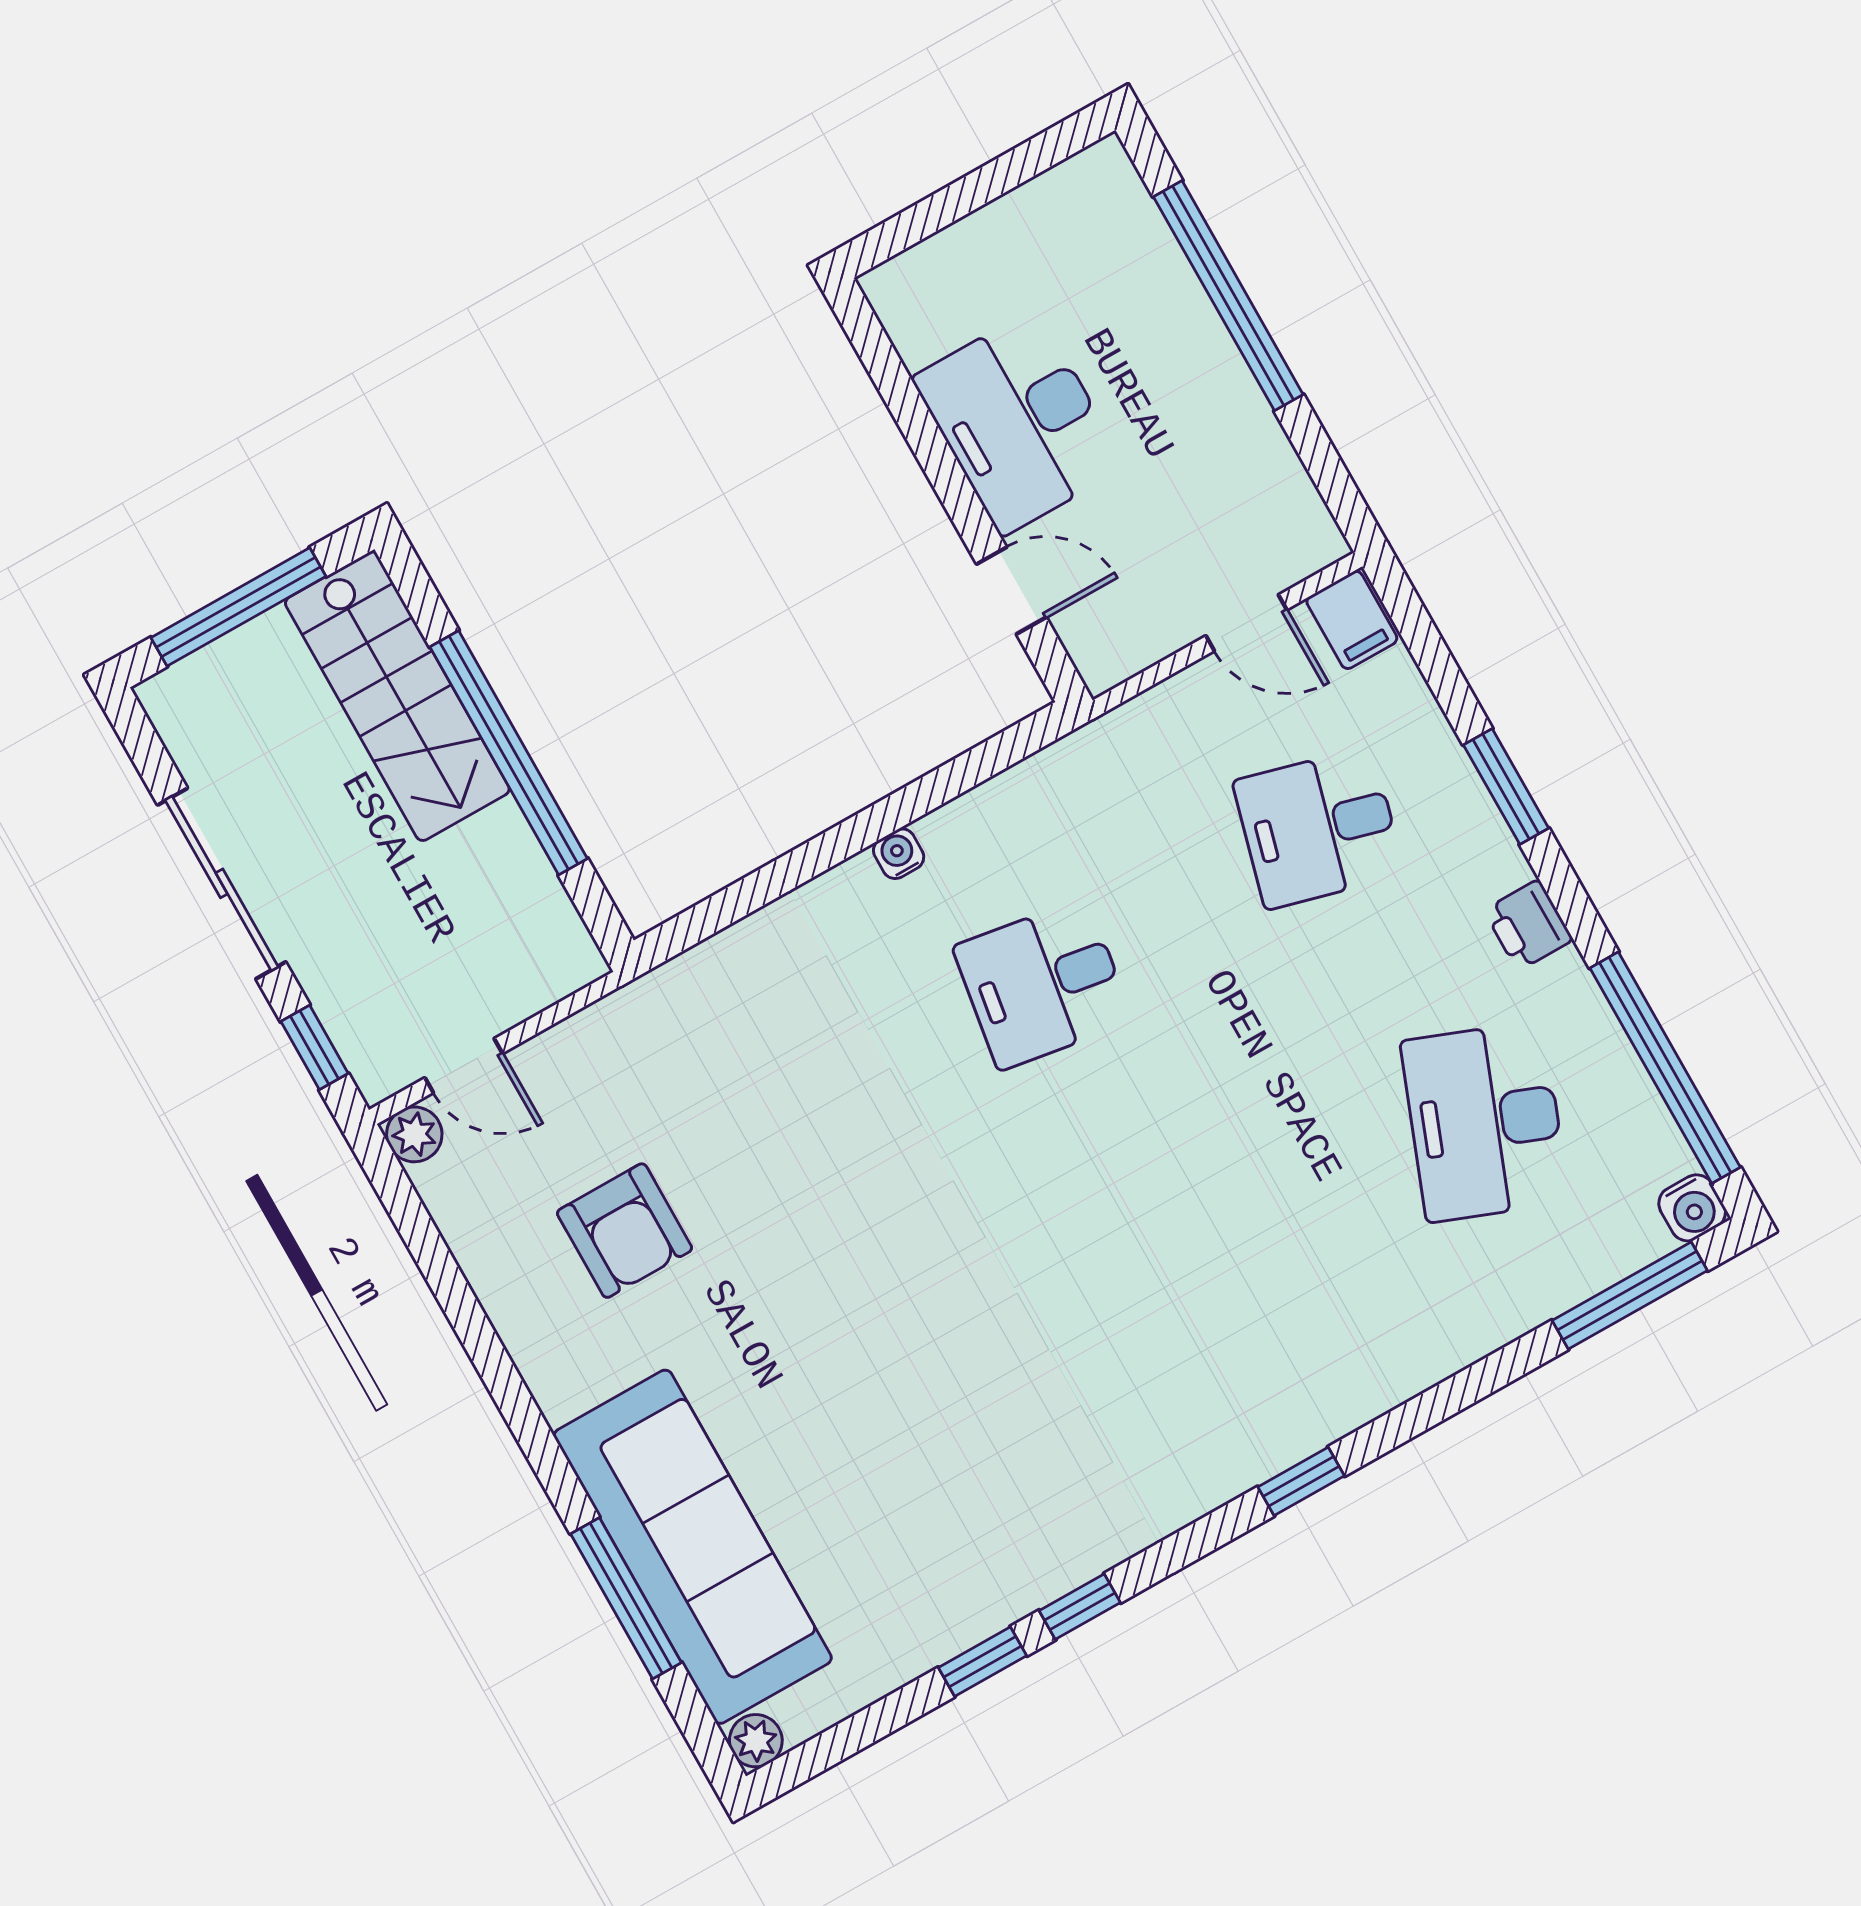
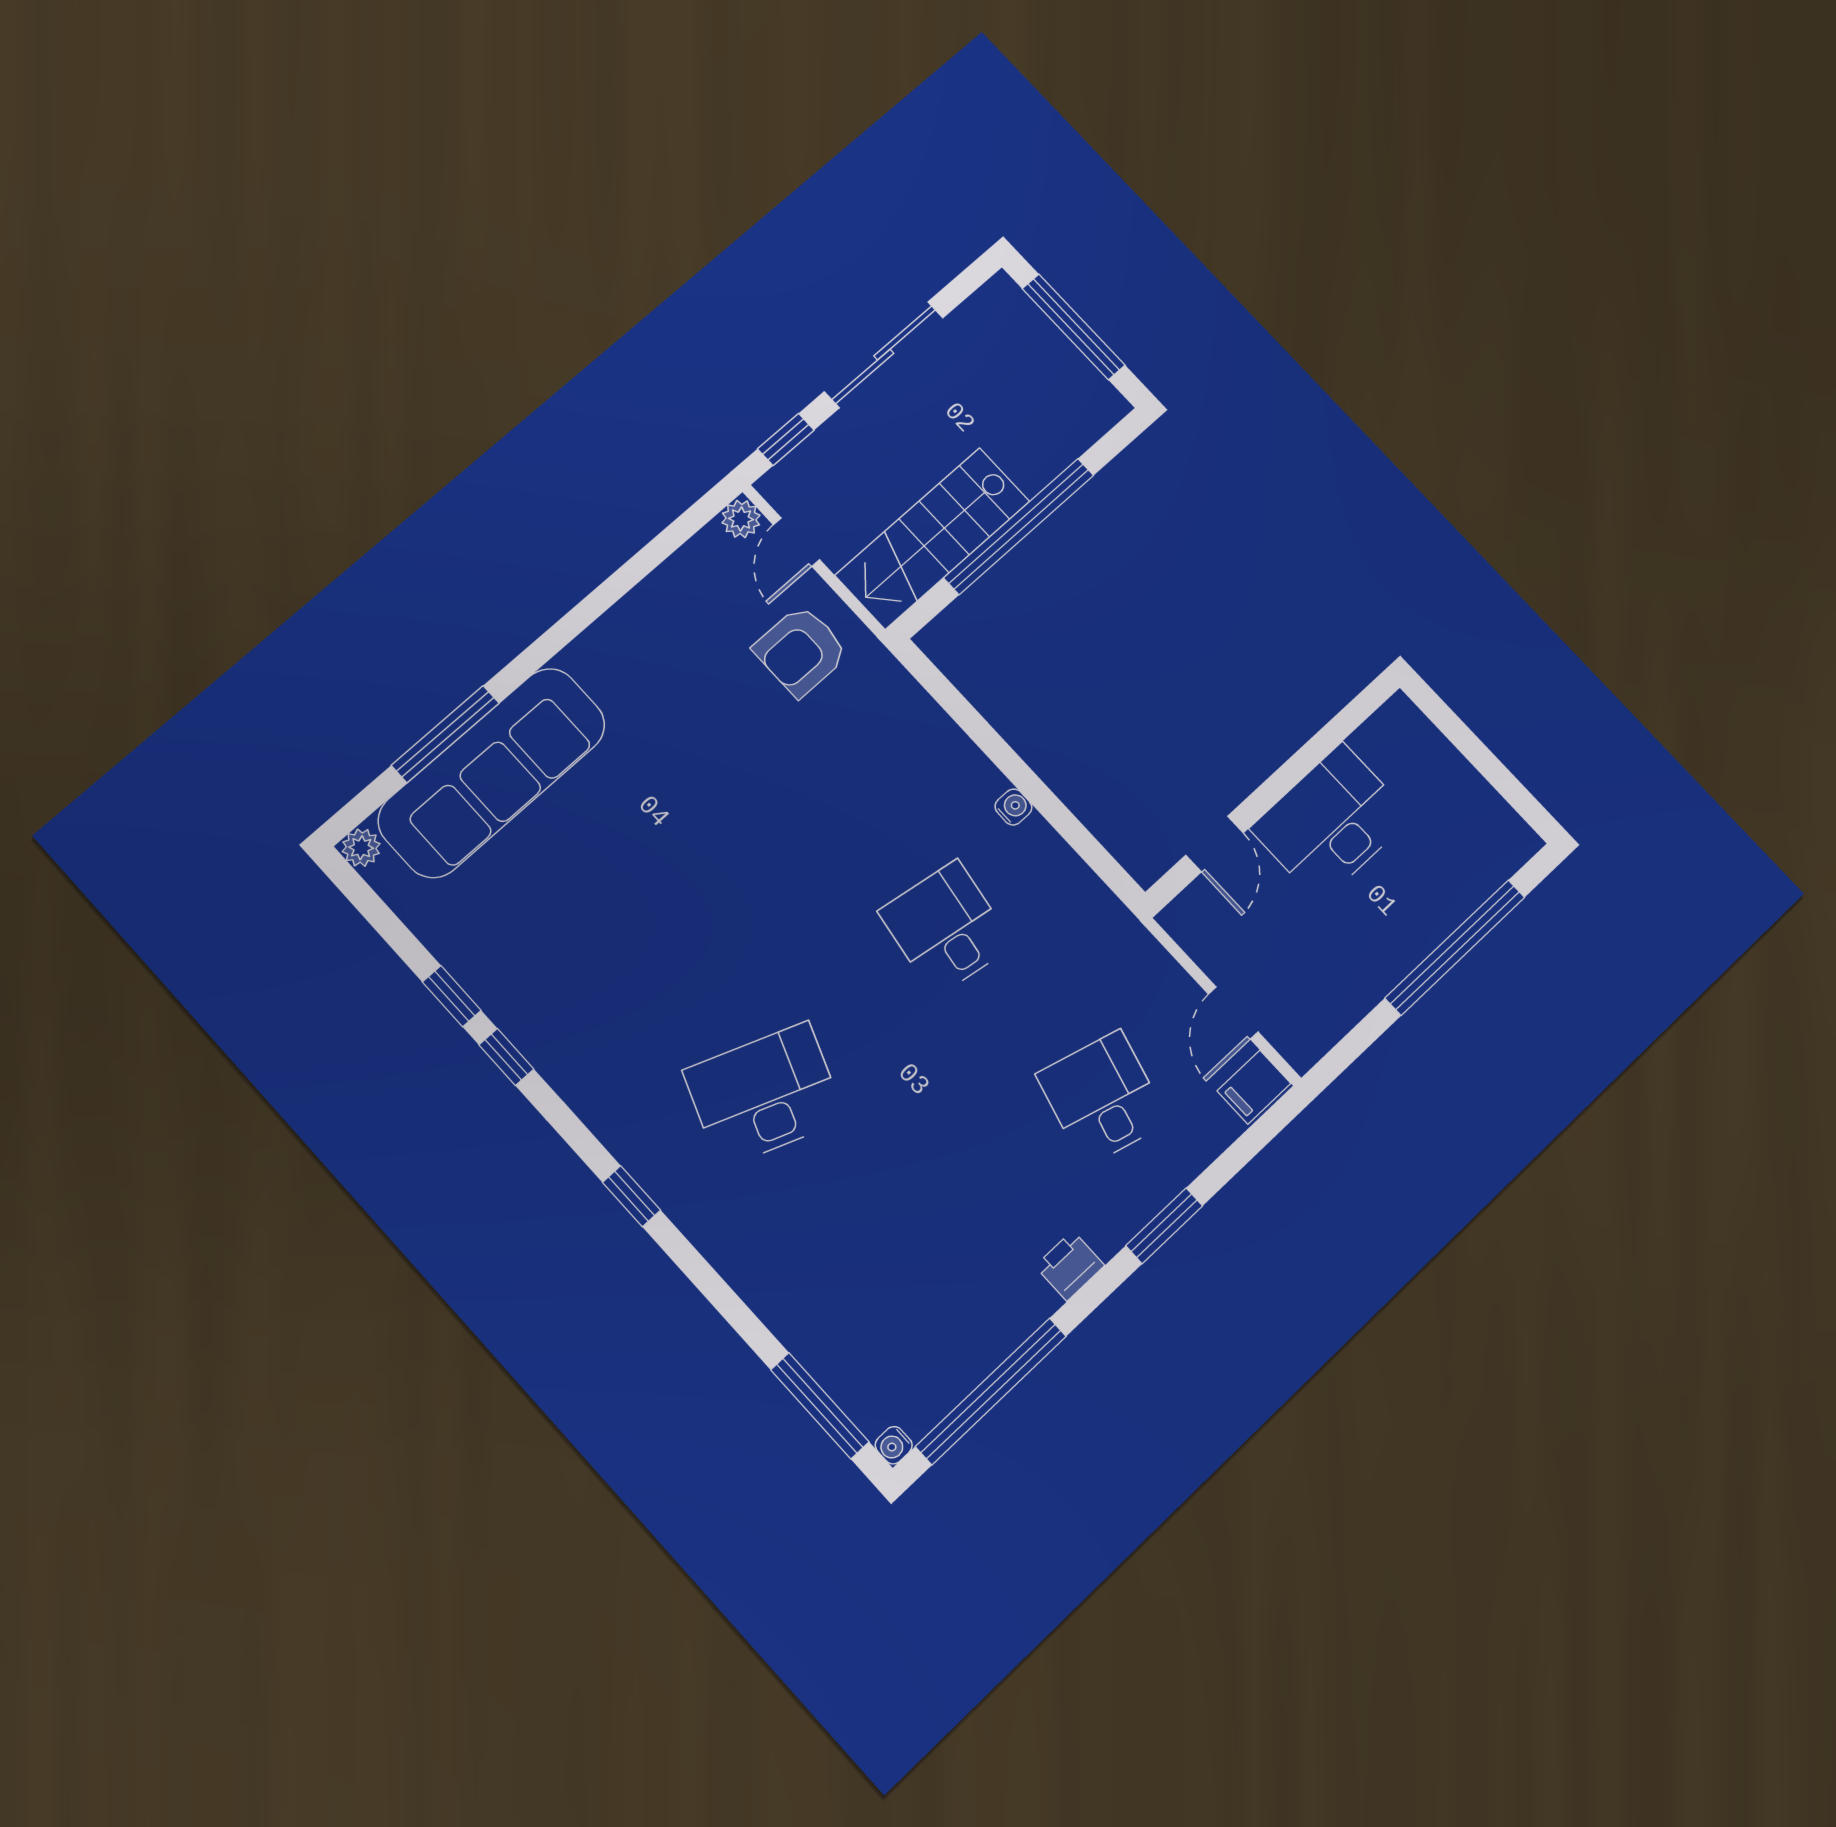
stairs: (397, 696) -> (933, 538), moved
desk: (1485, 1122) -> (764, 1095), moved
water cooler: (1692, 1208) -> (894, 1445), width x0.72, depth x0.72
armchair: (624, 1231) -> (801, 651), moved

